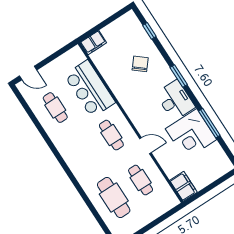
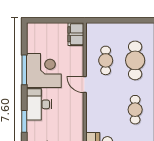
cafe table: (111, 135) -> (135, 110), moved

